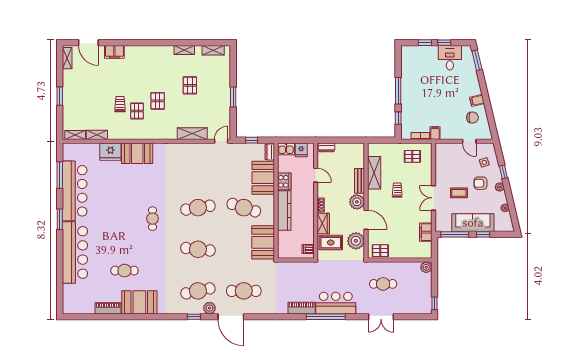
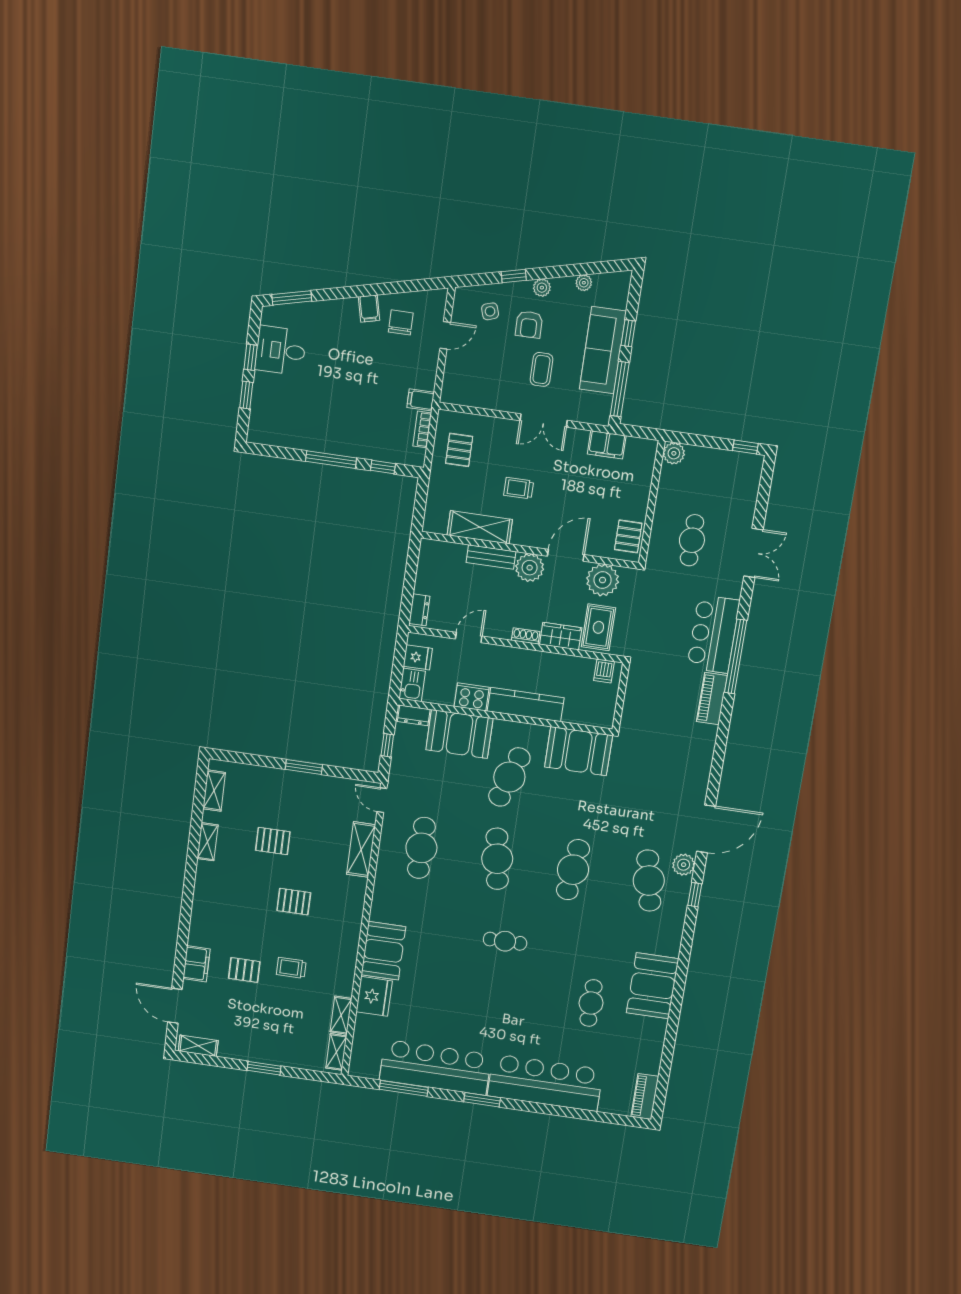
door: (88, 43) -> (175, 1006), swing flipped
pallet: (137, 111) -> (244, 970), moved
cafe table: (244, 291) -> (421, 848), moved
piano: (108, 308) -> (645, 1096), moved

